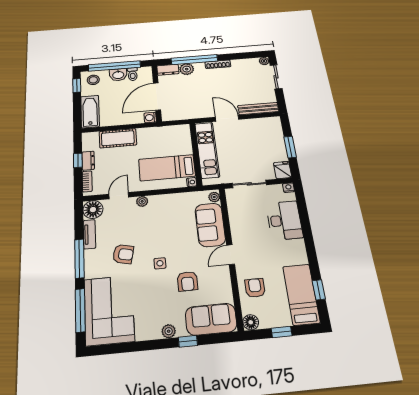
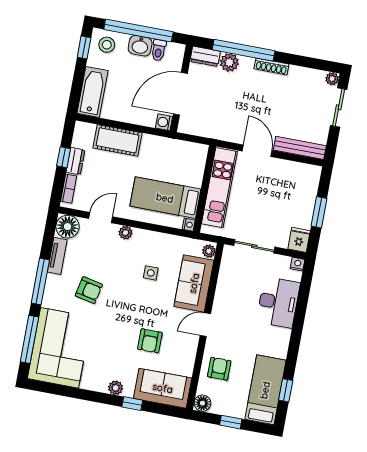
side table: (160, 263) -> (151, 273), moved

